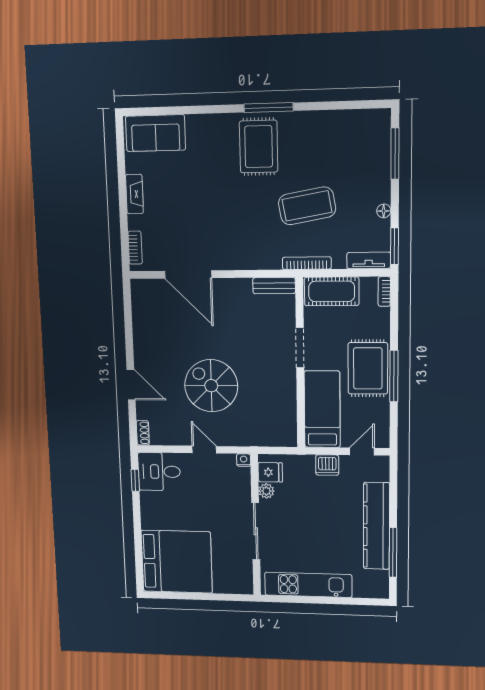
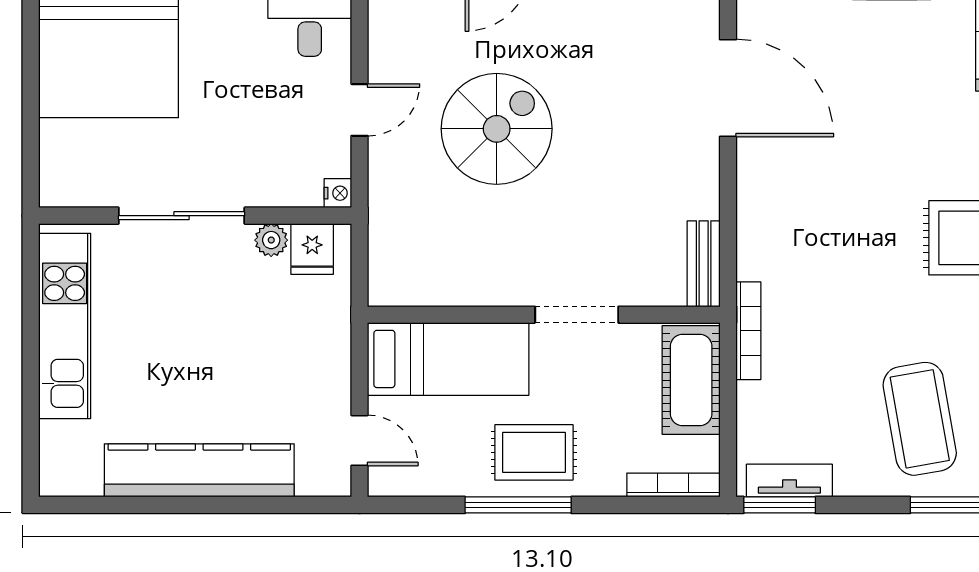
coffee table: (307, 206) -> (920, 419), moved
floor lamp: (384, 211) -> (849, 483), removed
tv unit: (369, 260) -> (789, 481), moved, turned -90
door: (188, 274) -> (728, 88), swing flipped
bookcase: (384, 291) -> (673, 485), width x1.56
rug: (368, 368) -> (534, 452), width x0.73, depth x0.70
dishwasher: (327, 465) -> (330, 368), removed
window: (393, 553) -> (142, 505), removed

